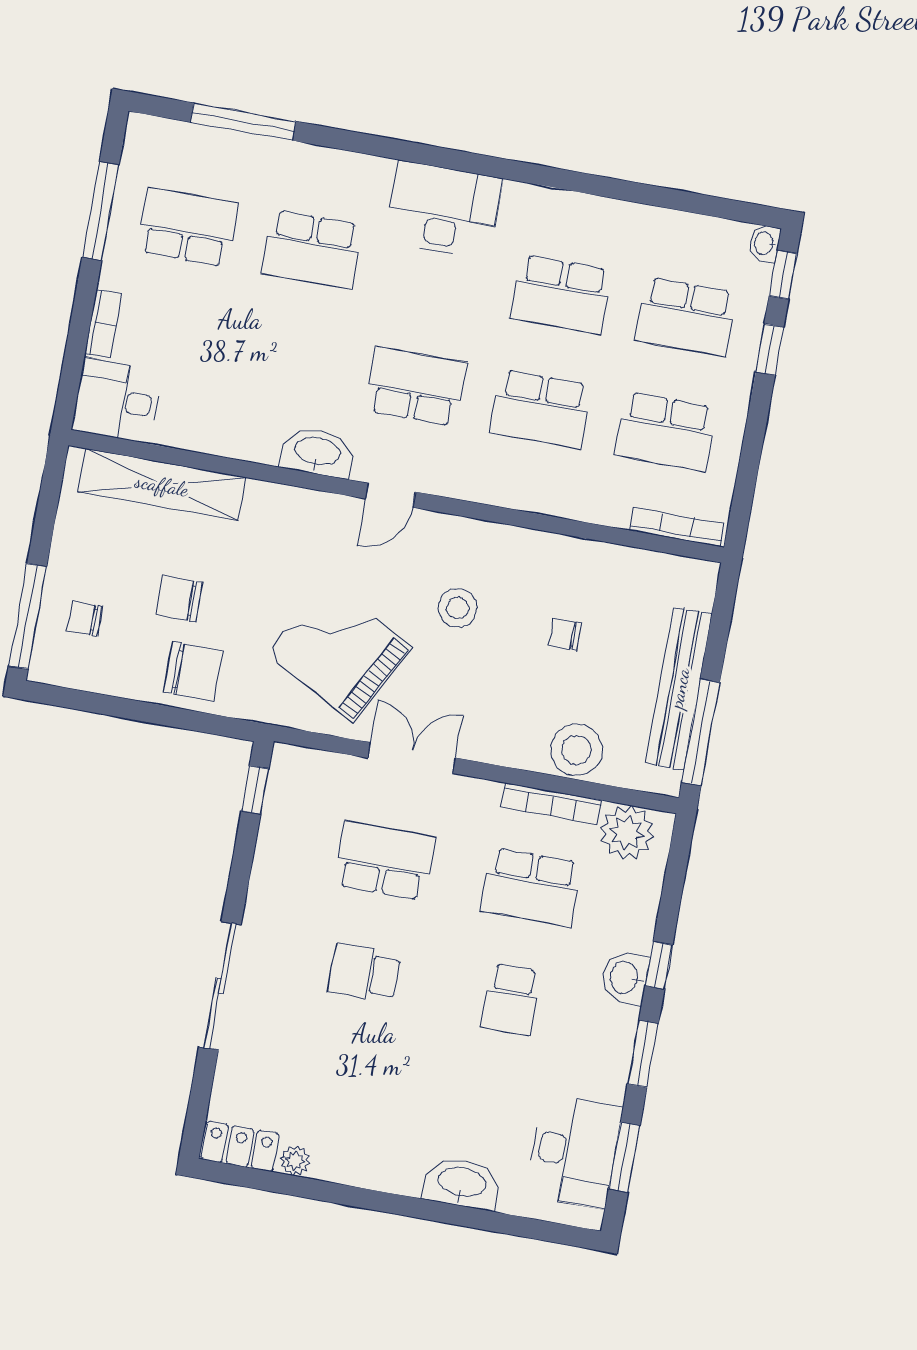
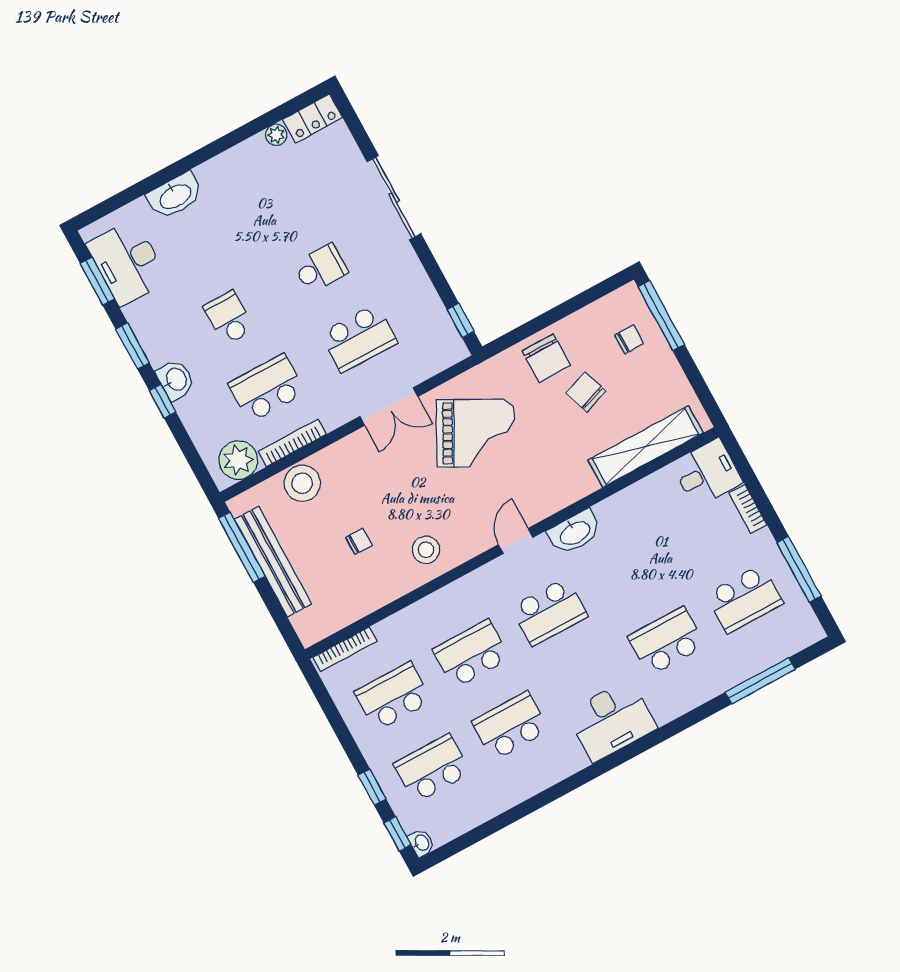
chair: (179, 598) -> (586, 392), turned -109
stool: (457, 608) -> (426, 550), moved
chair: (193, 672) -> (546, 358), turned -90

